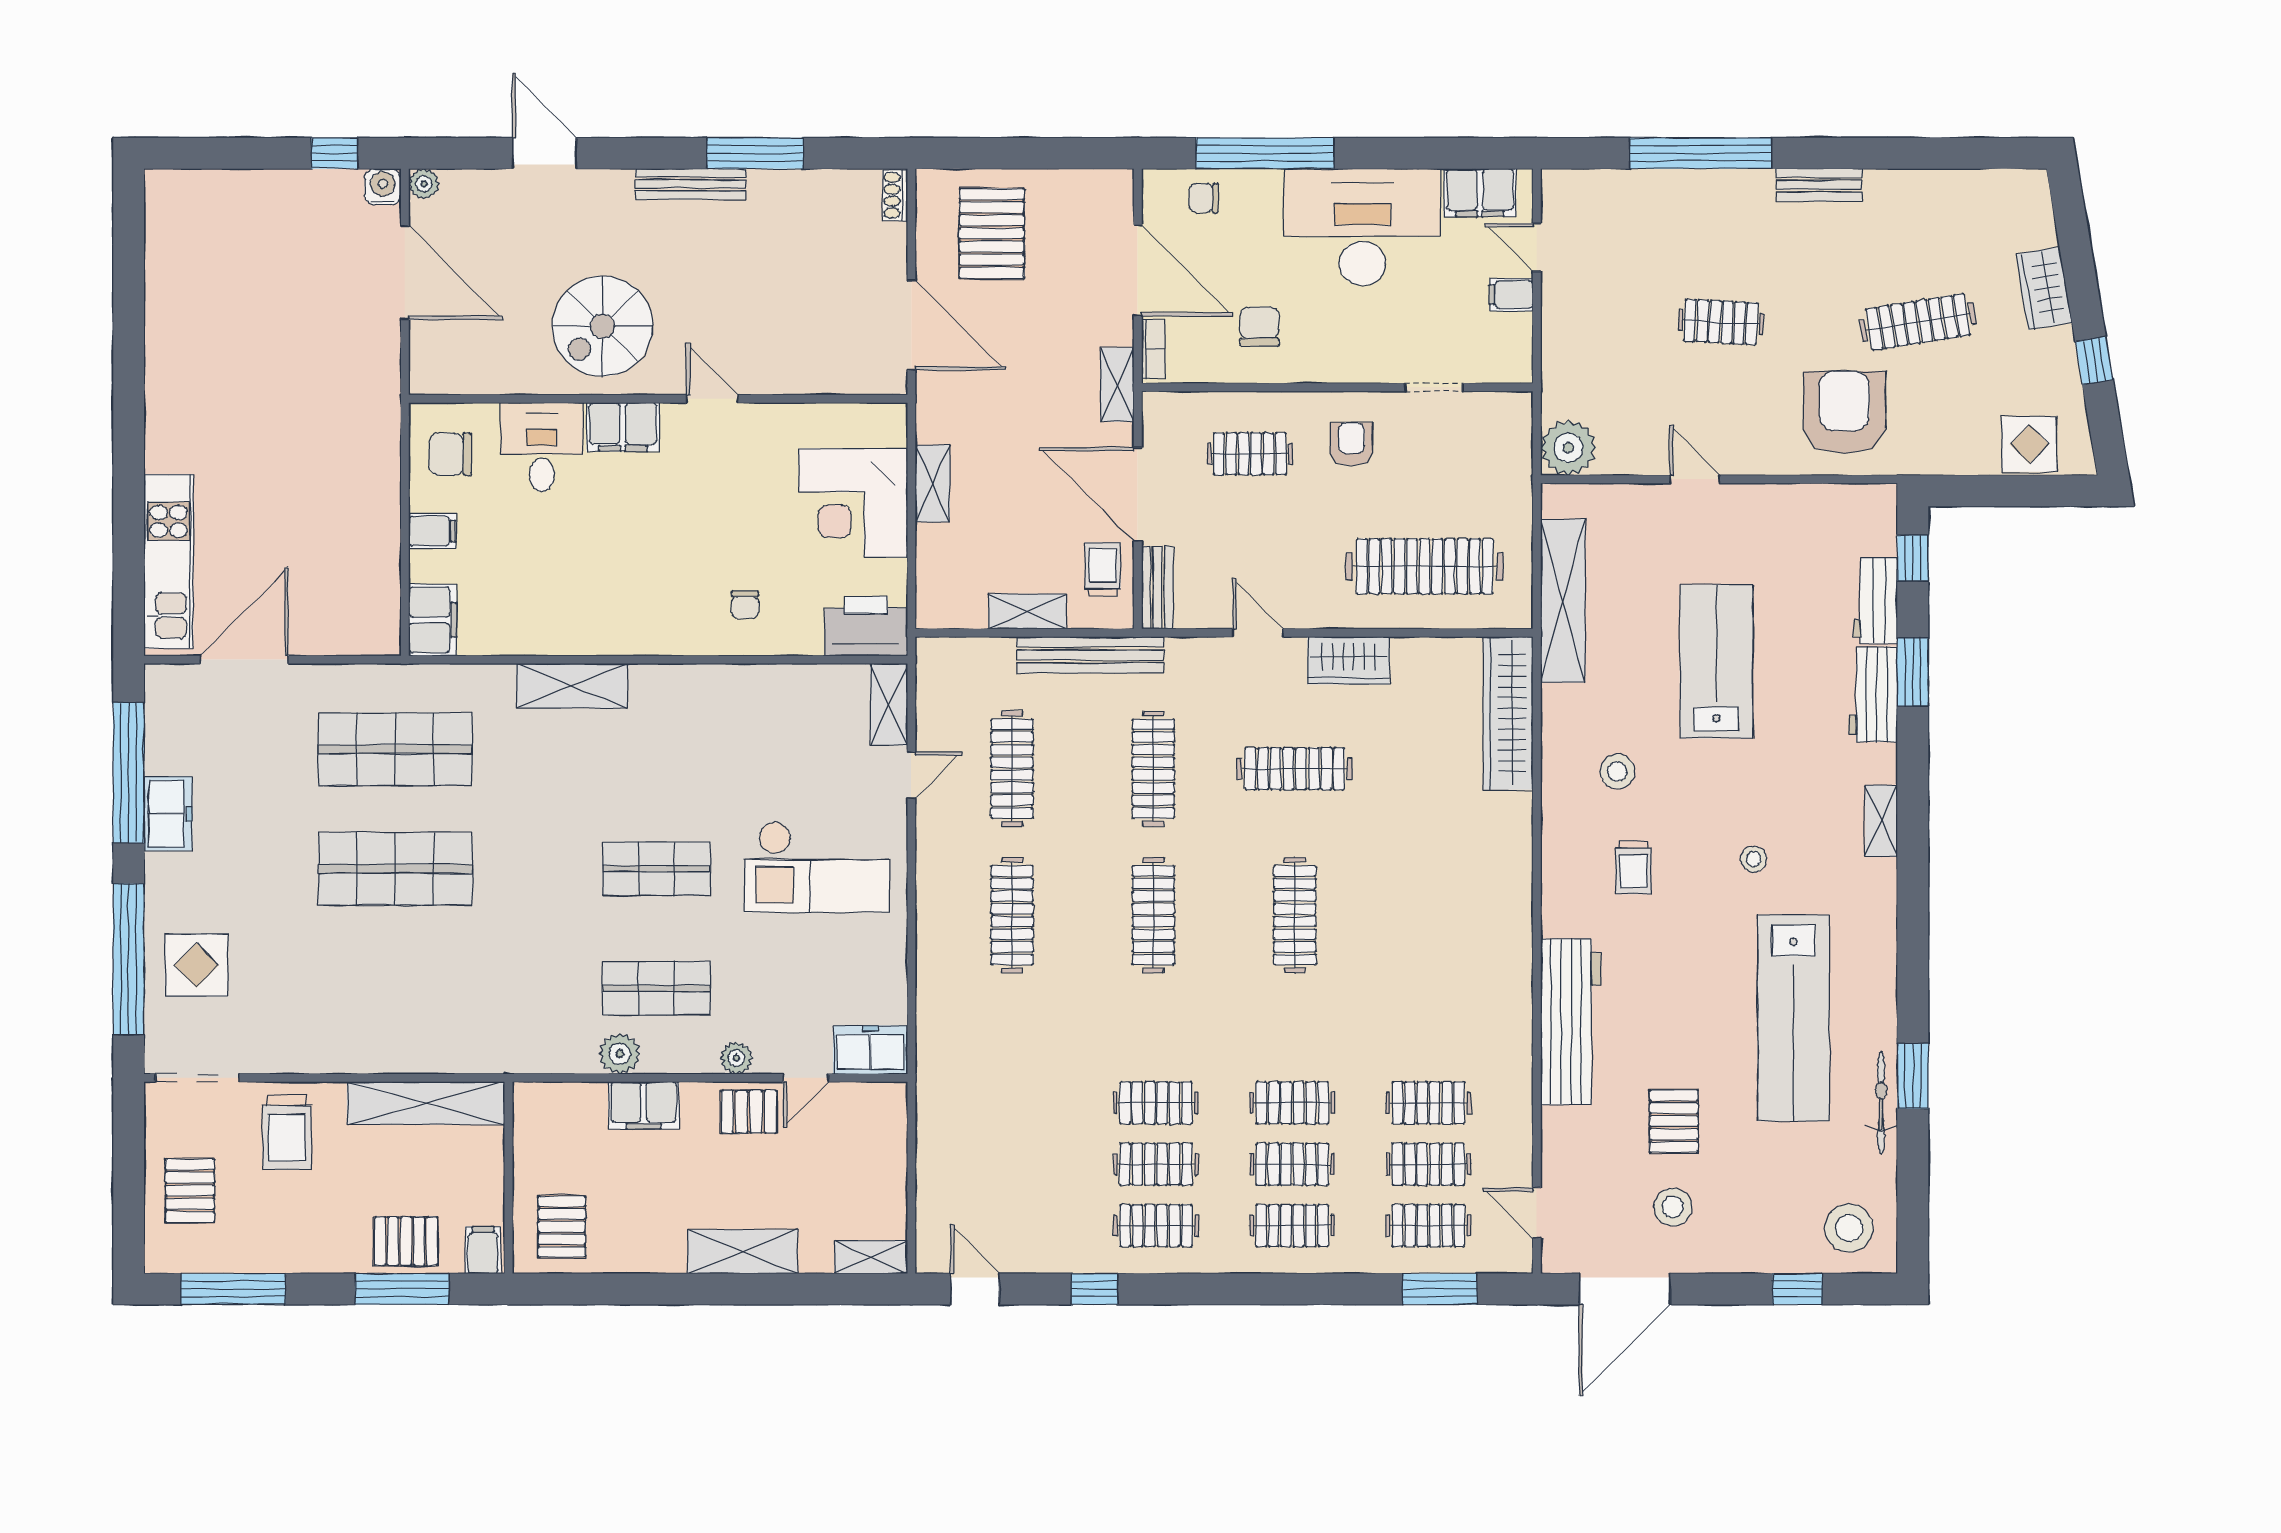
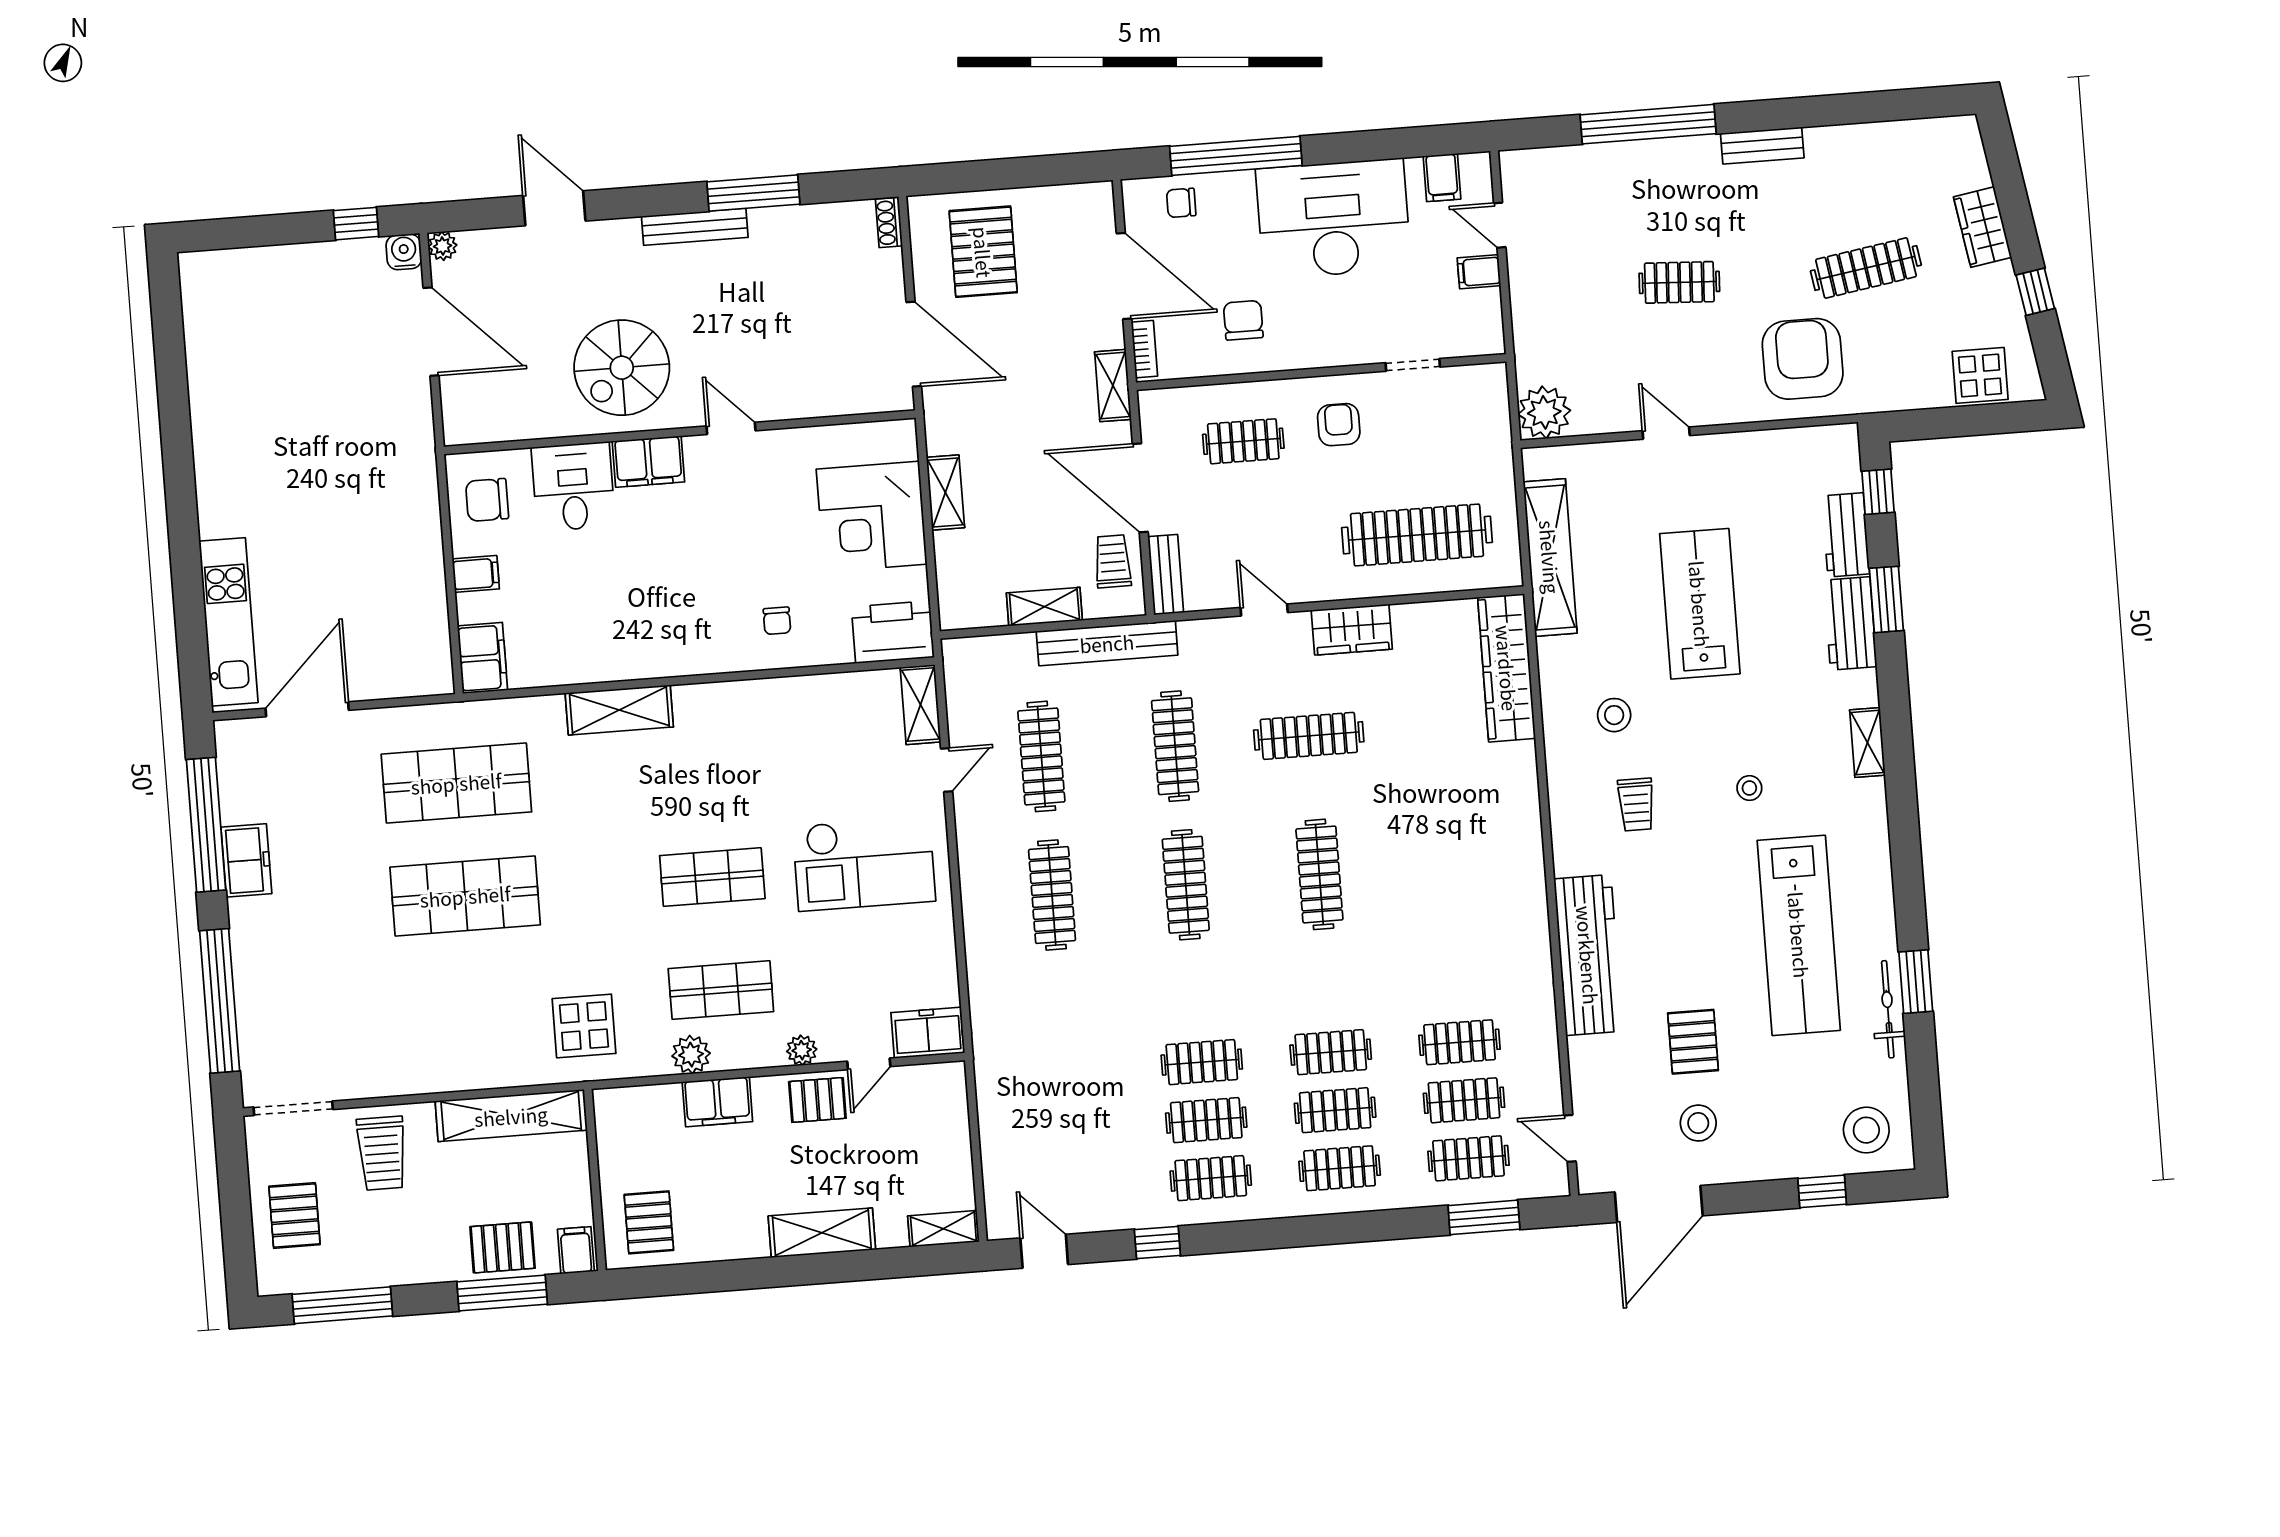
filing cabinet: (1480, 193) -> (1442, 178), width x0.50
display table: (196, 965) -> (584, 1026), moved

